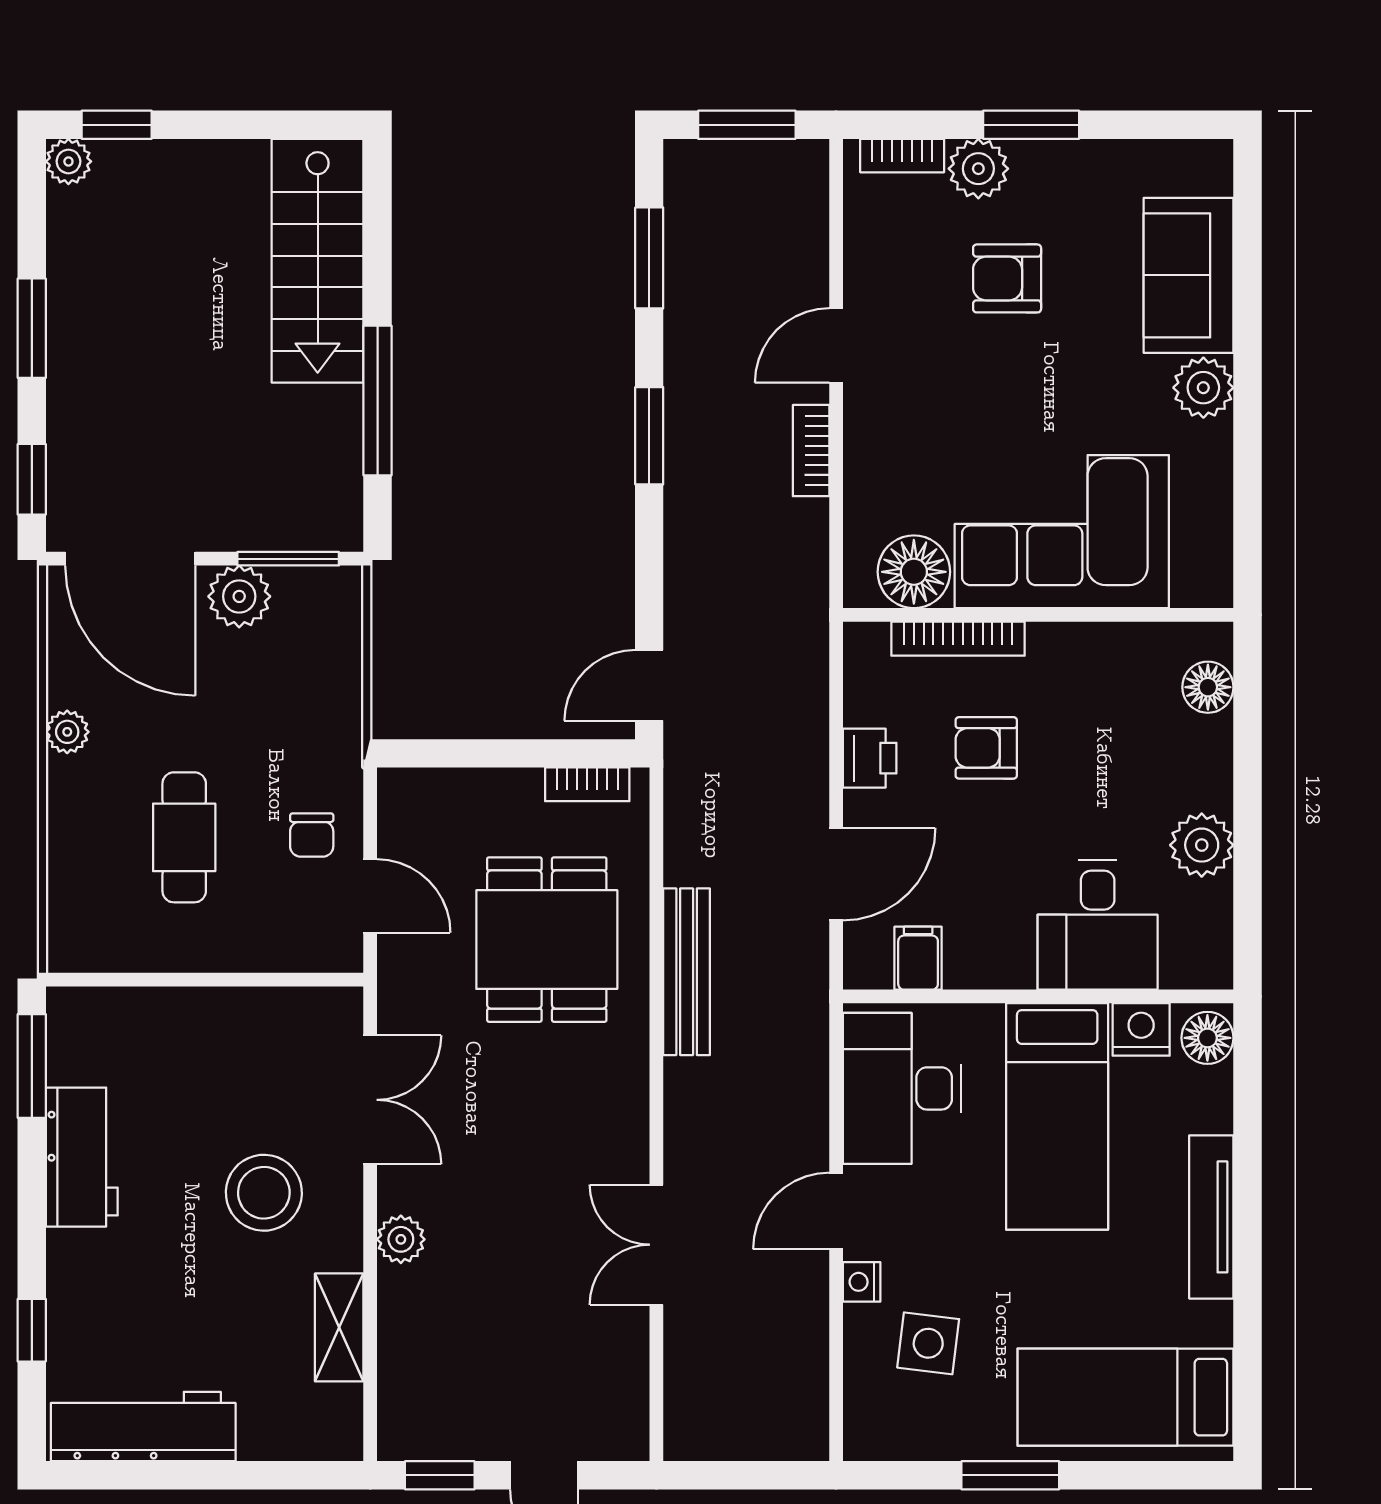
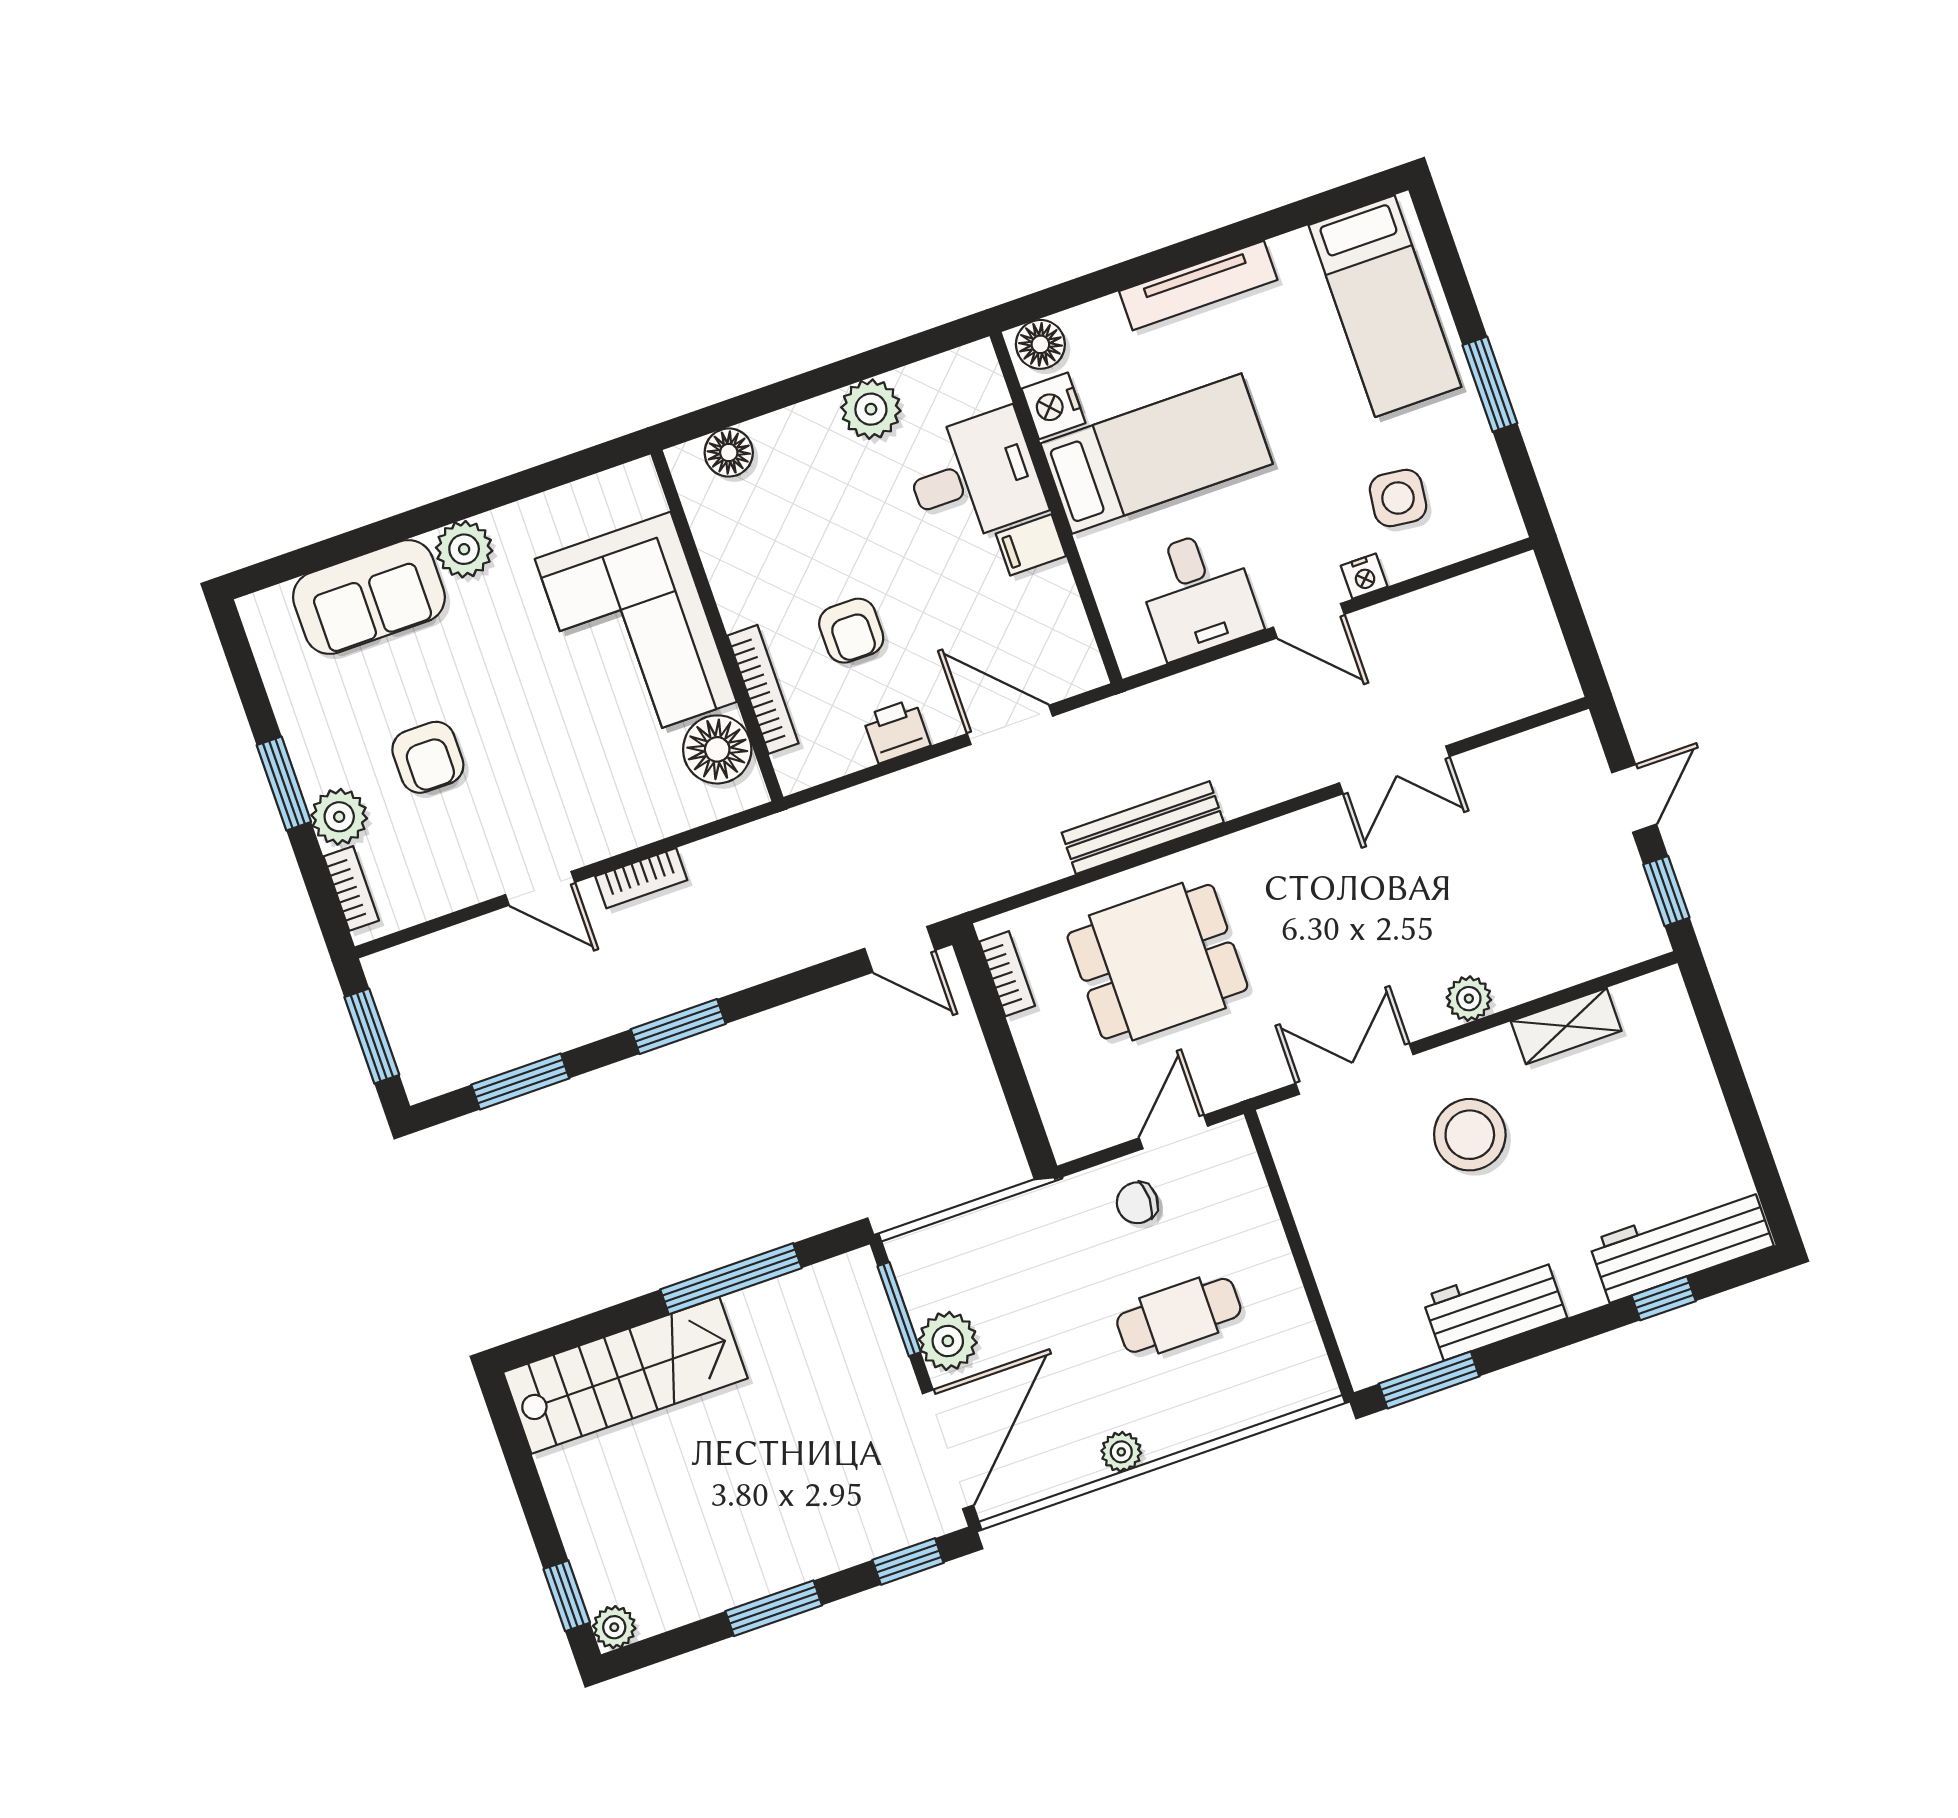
chair: (312, 835) -> (1137, 1203), turned 180
filing cabinet: (918, 958) -> (1031, 545), moved
desk: (902, 1088) -> (1198, 594), width x0.73
workbench: (143, 1427) -> (1681, 1244), moved, turned 90

